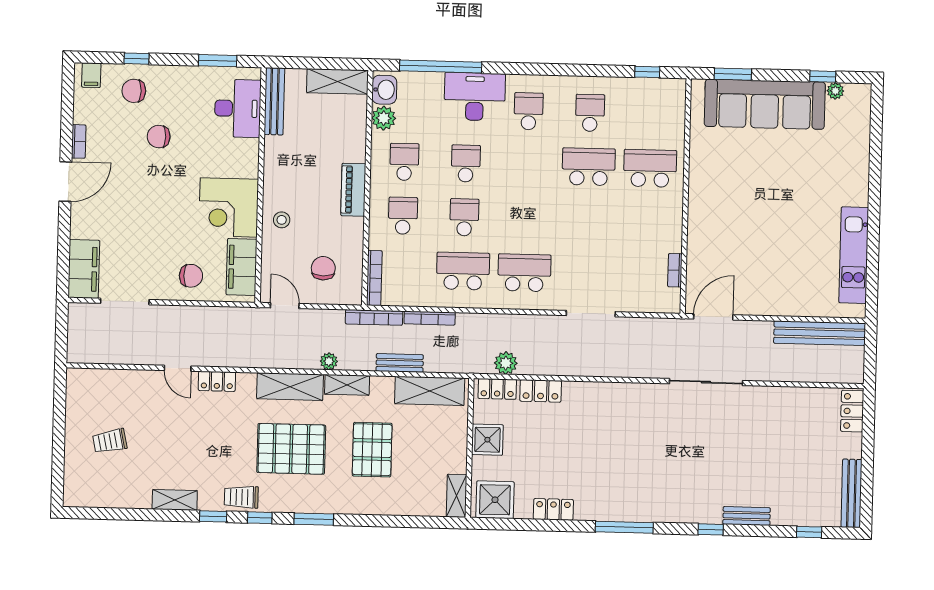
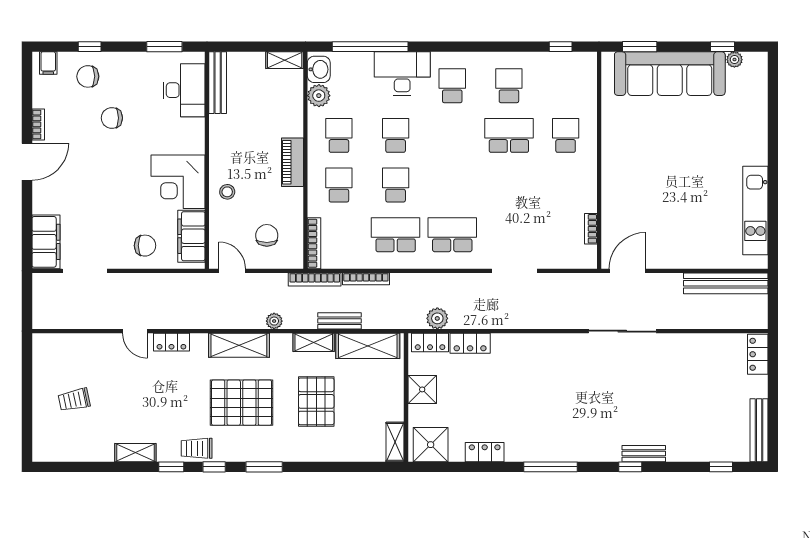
shelving: (337, 81) -> (285, 60), width x0.67, depth x0.75
school desk: (650, 168) -> (566, 135), width x0.54
shelving: (347, 385) -> (314, 342), moved
bench: (747, 516) -> (644, 454), moved

